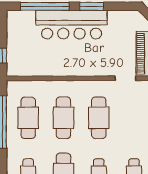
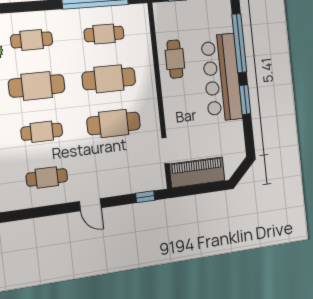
cafe table: (53, 63) -> (175, 59), added
cafe table: (28, 118) -> (104, 34), width x0.73, depth x0.74

